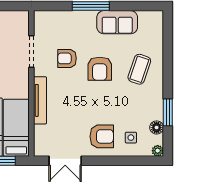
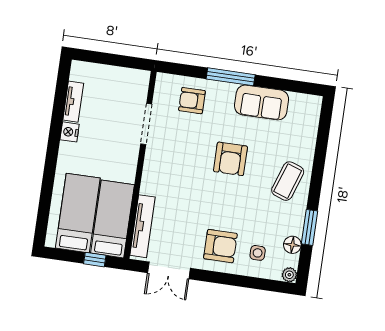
armchair: (67, 58) -> (192, 101), moved
coffee table: (139, 69) -> (288, 181), moved
tv unit: (40, 100) -> (143, 226), moved

